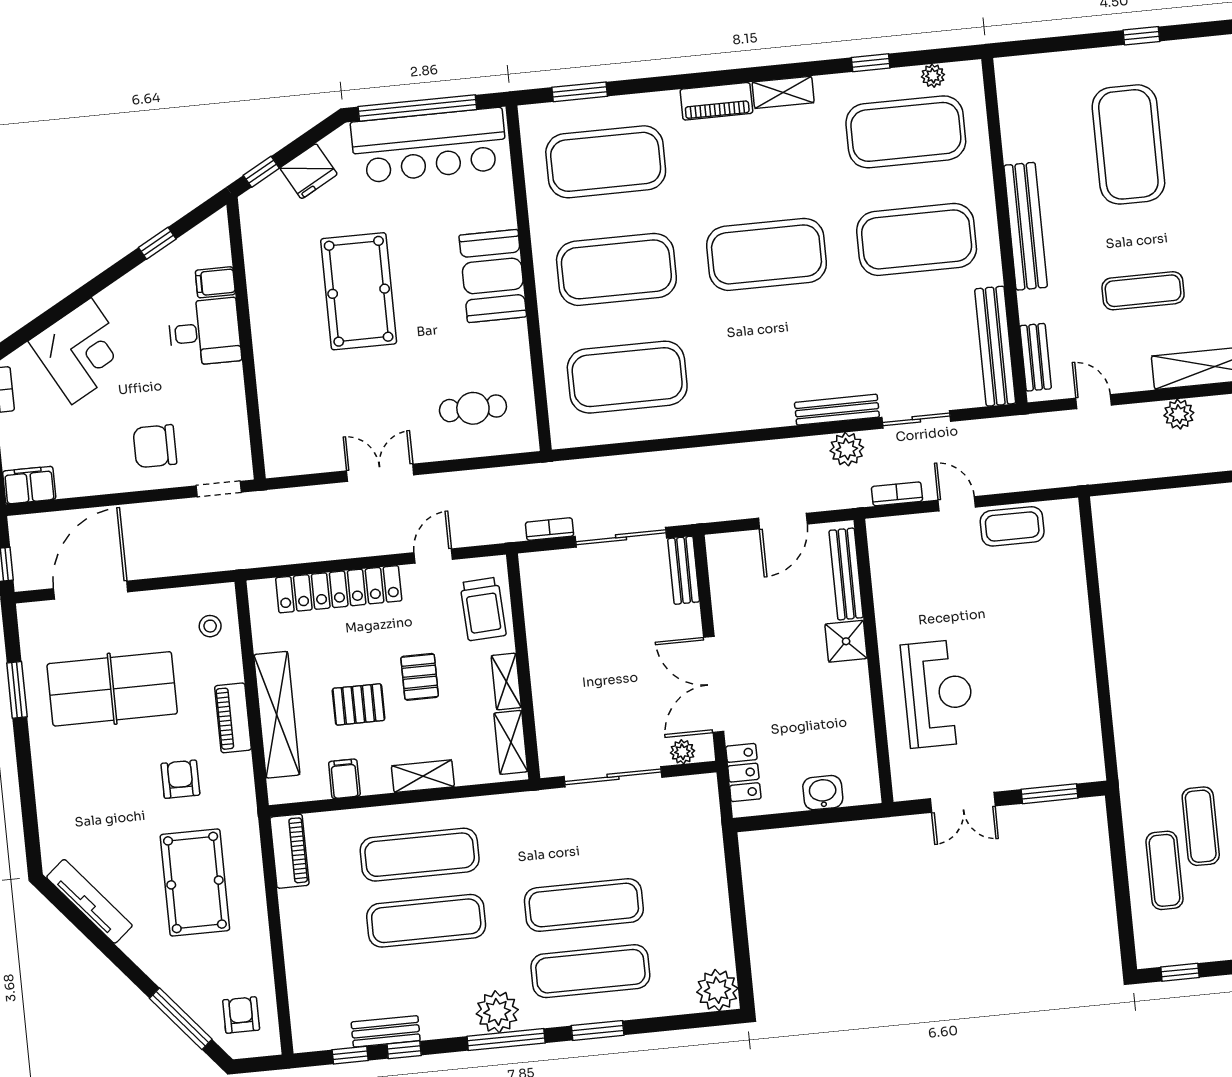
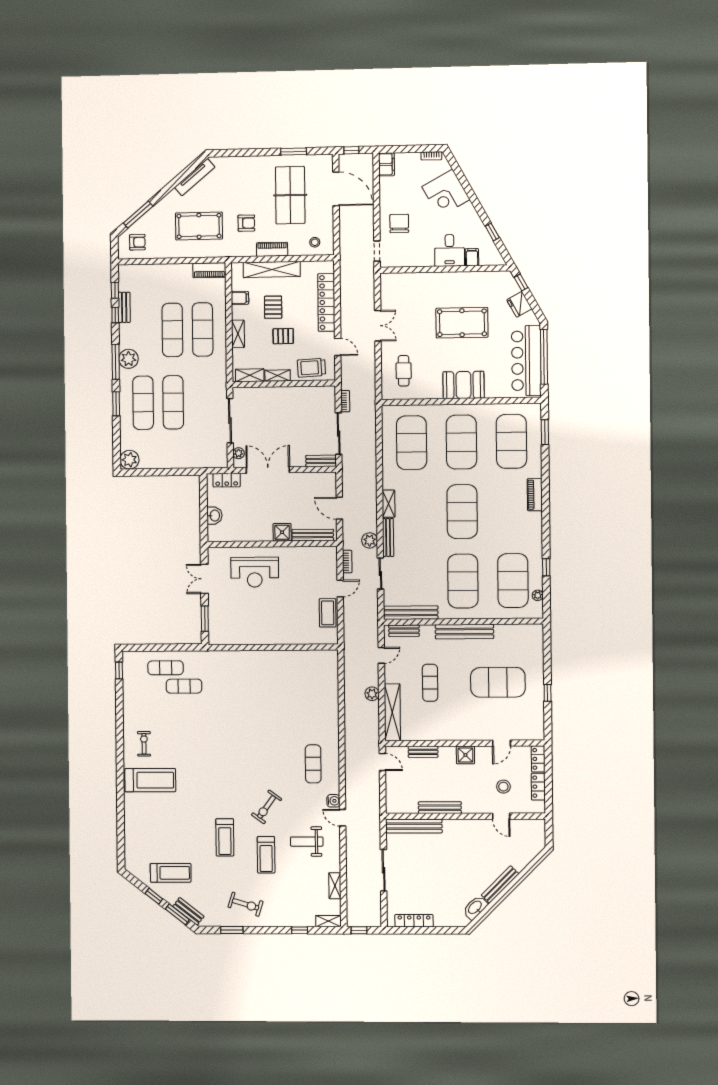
shelving: (783, 92) -> (389, 504), moved

